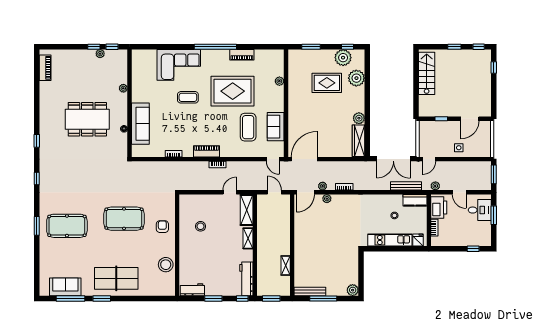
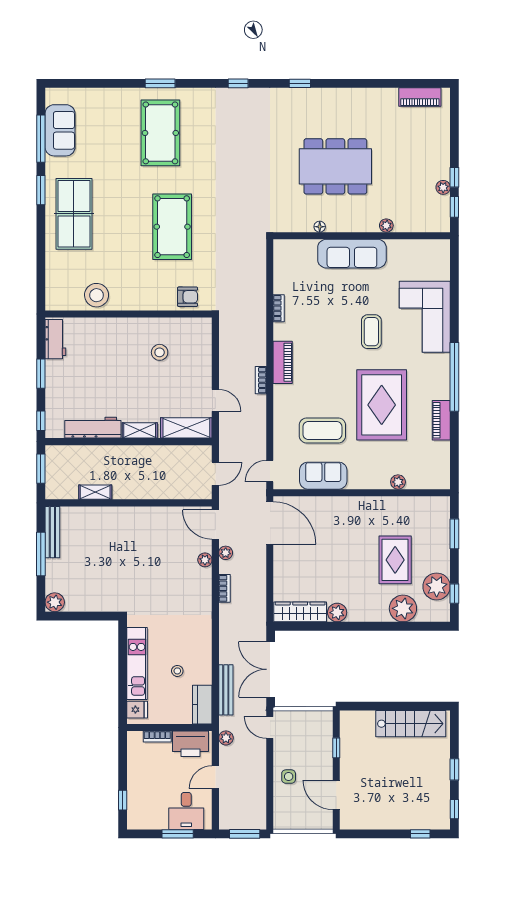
dining table: (87, 119) -> (335, 166), turned 90
sofa: (140, 124) -> (352, 254), moved
armchair: (162, 227) -> (188, 297), moved
workbench: (246, 279) -> (93, 428), moved

